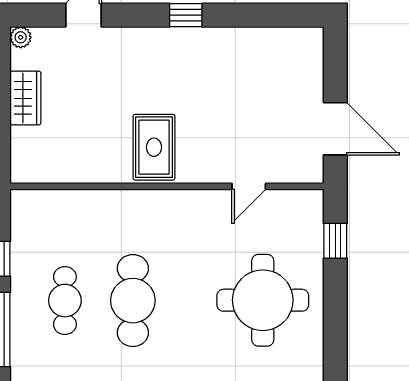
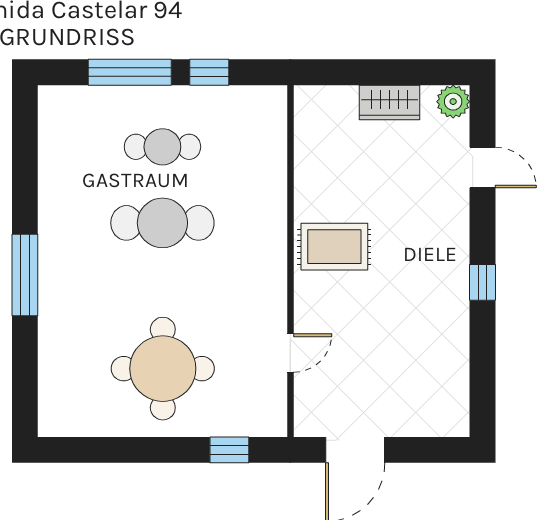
plant: (21, 37) -> (453, 102), width x1.38, depth x1.38
door: (249, 186) -> (290, 353), swing flipped

